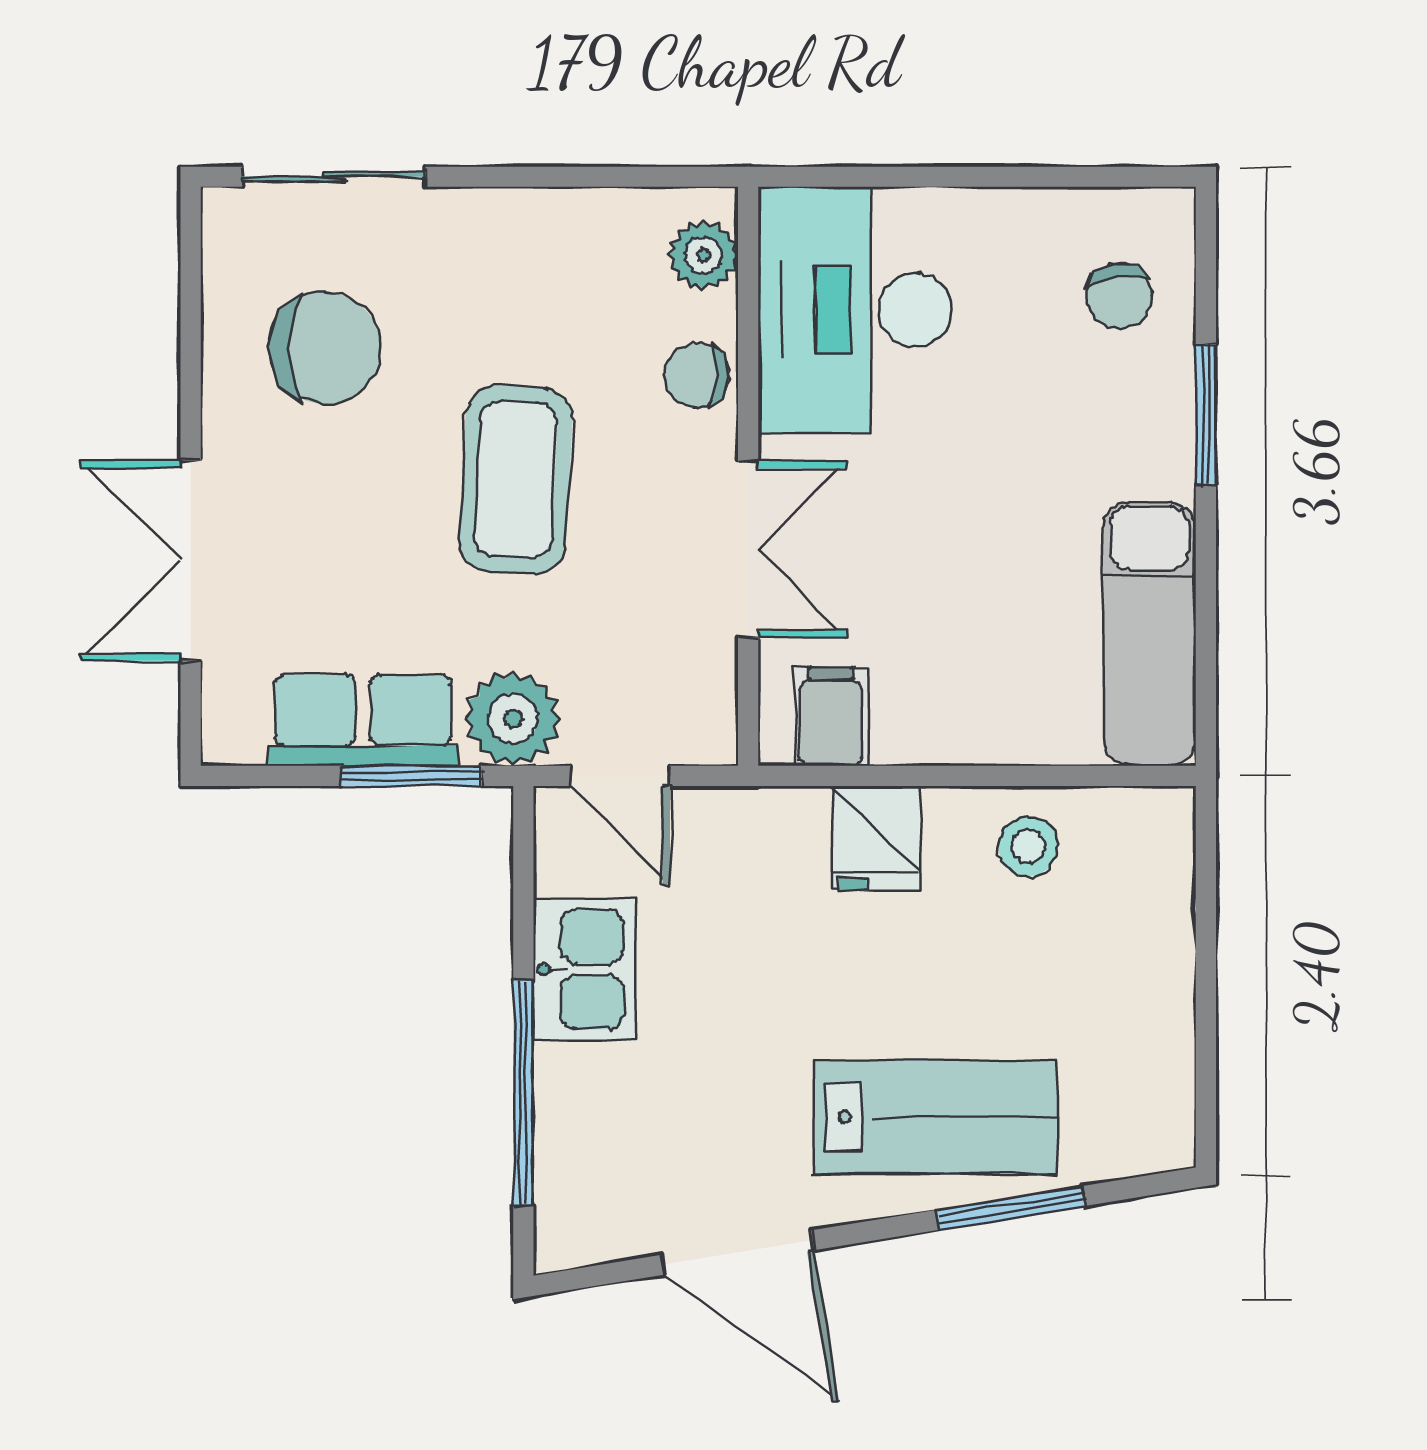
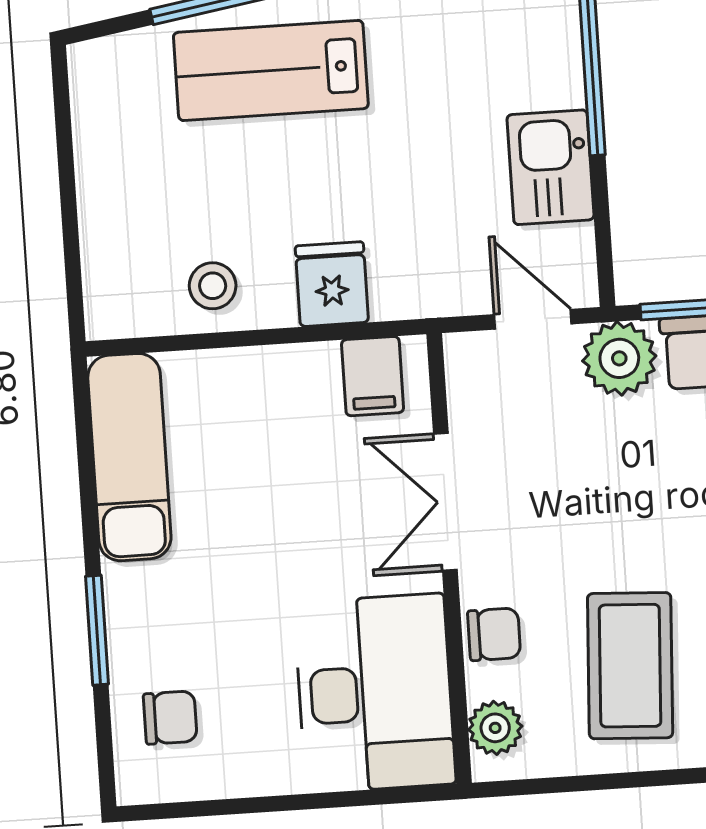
chair: (1119, 296) -> (170, 718), turned 99
coffee table: (516, 479) -> (630, 666), moved

